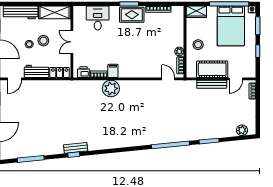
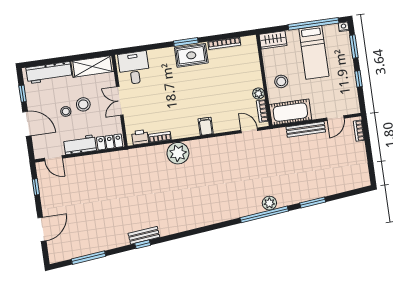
desk: (98, 18) -> (134, 68), moved
bed: (231, 26) -> (314, 52), width x0.67
cot: (212, 69) -> (290, 112), moved
filing cabinet: (113, 71) -> (206, 126), moved
door: (15, 79) -> (53, 158), hinge flipped
plant: (242, 130) -> (269, 203), moved

